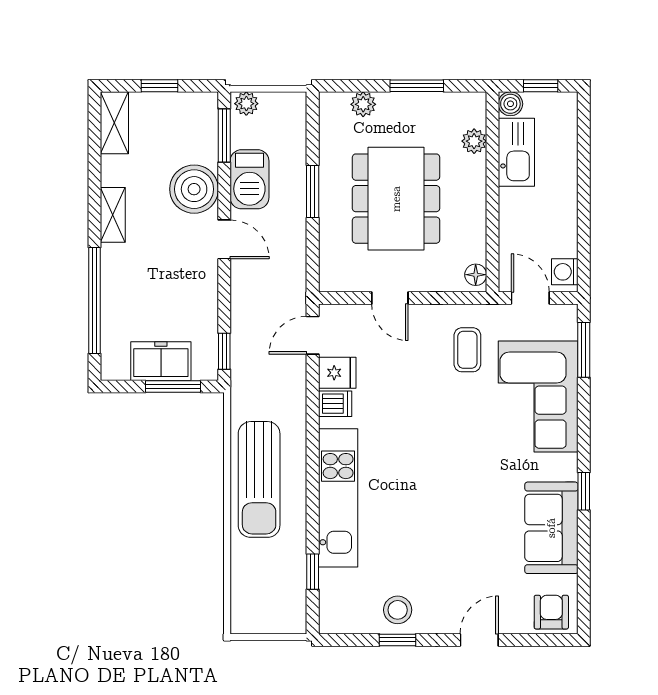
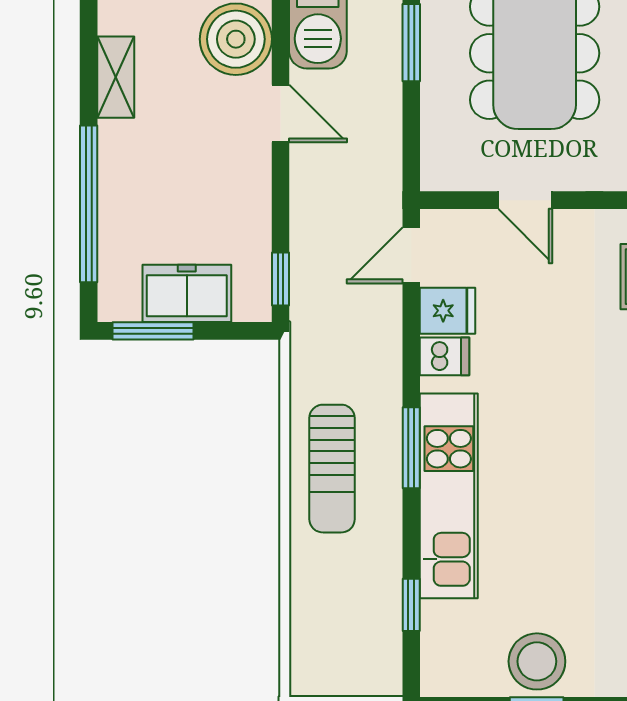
window: (173, 386) -> (153, 331), moved
window: (313, 465) -> (411, 448), added
sun lounger: (259, 479) -> (332, 469), width x0.73, depth x0.75
stool: (398, 610) -> (537, 661), width x1.38, depth x1.38

